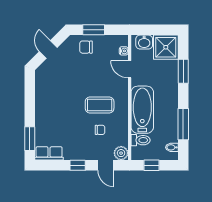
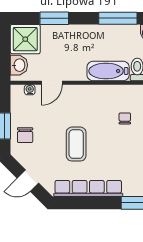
row of seats: (42, 100) -> (88, 188), added
coffee table: (100, 105) -> (76, 144), moved
bathtub: (142, 110) -> (108, 71), width x0.73, depth x0.73

